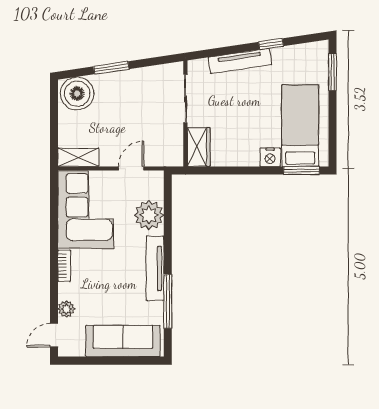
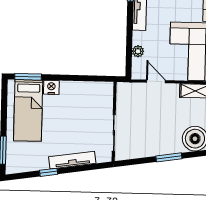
wardrobe: (199, 147) -> (105, 96), removed
door: (131, 168) -> (156, 81), swing flipped
plant: (149, 215) -> (138, 51), width x0.53, depth x0.53

